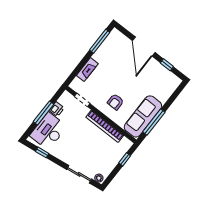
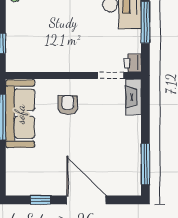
fireplace: (87, 69) -> (133, 97), moved
printer: (57, 109) -> (133, 63), moved
bookcase: (105, 126) -> (58, 65), removed

